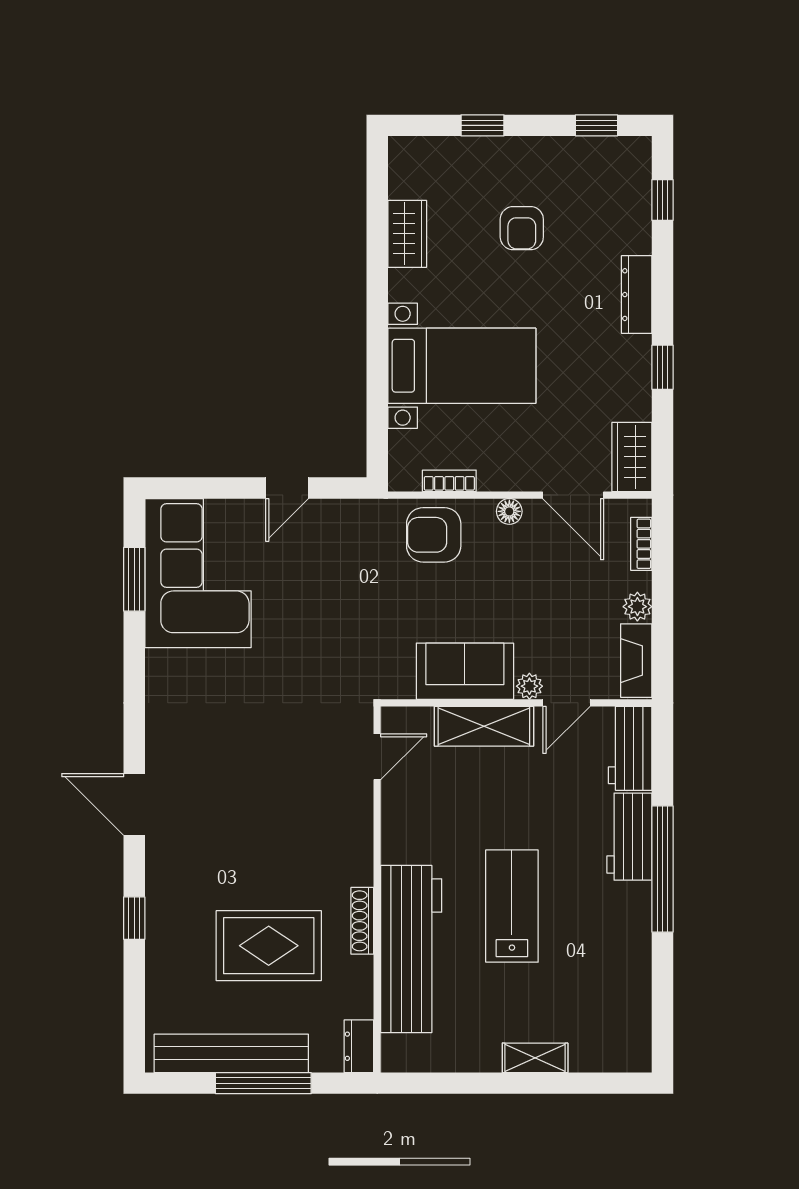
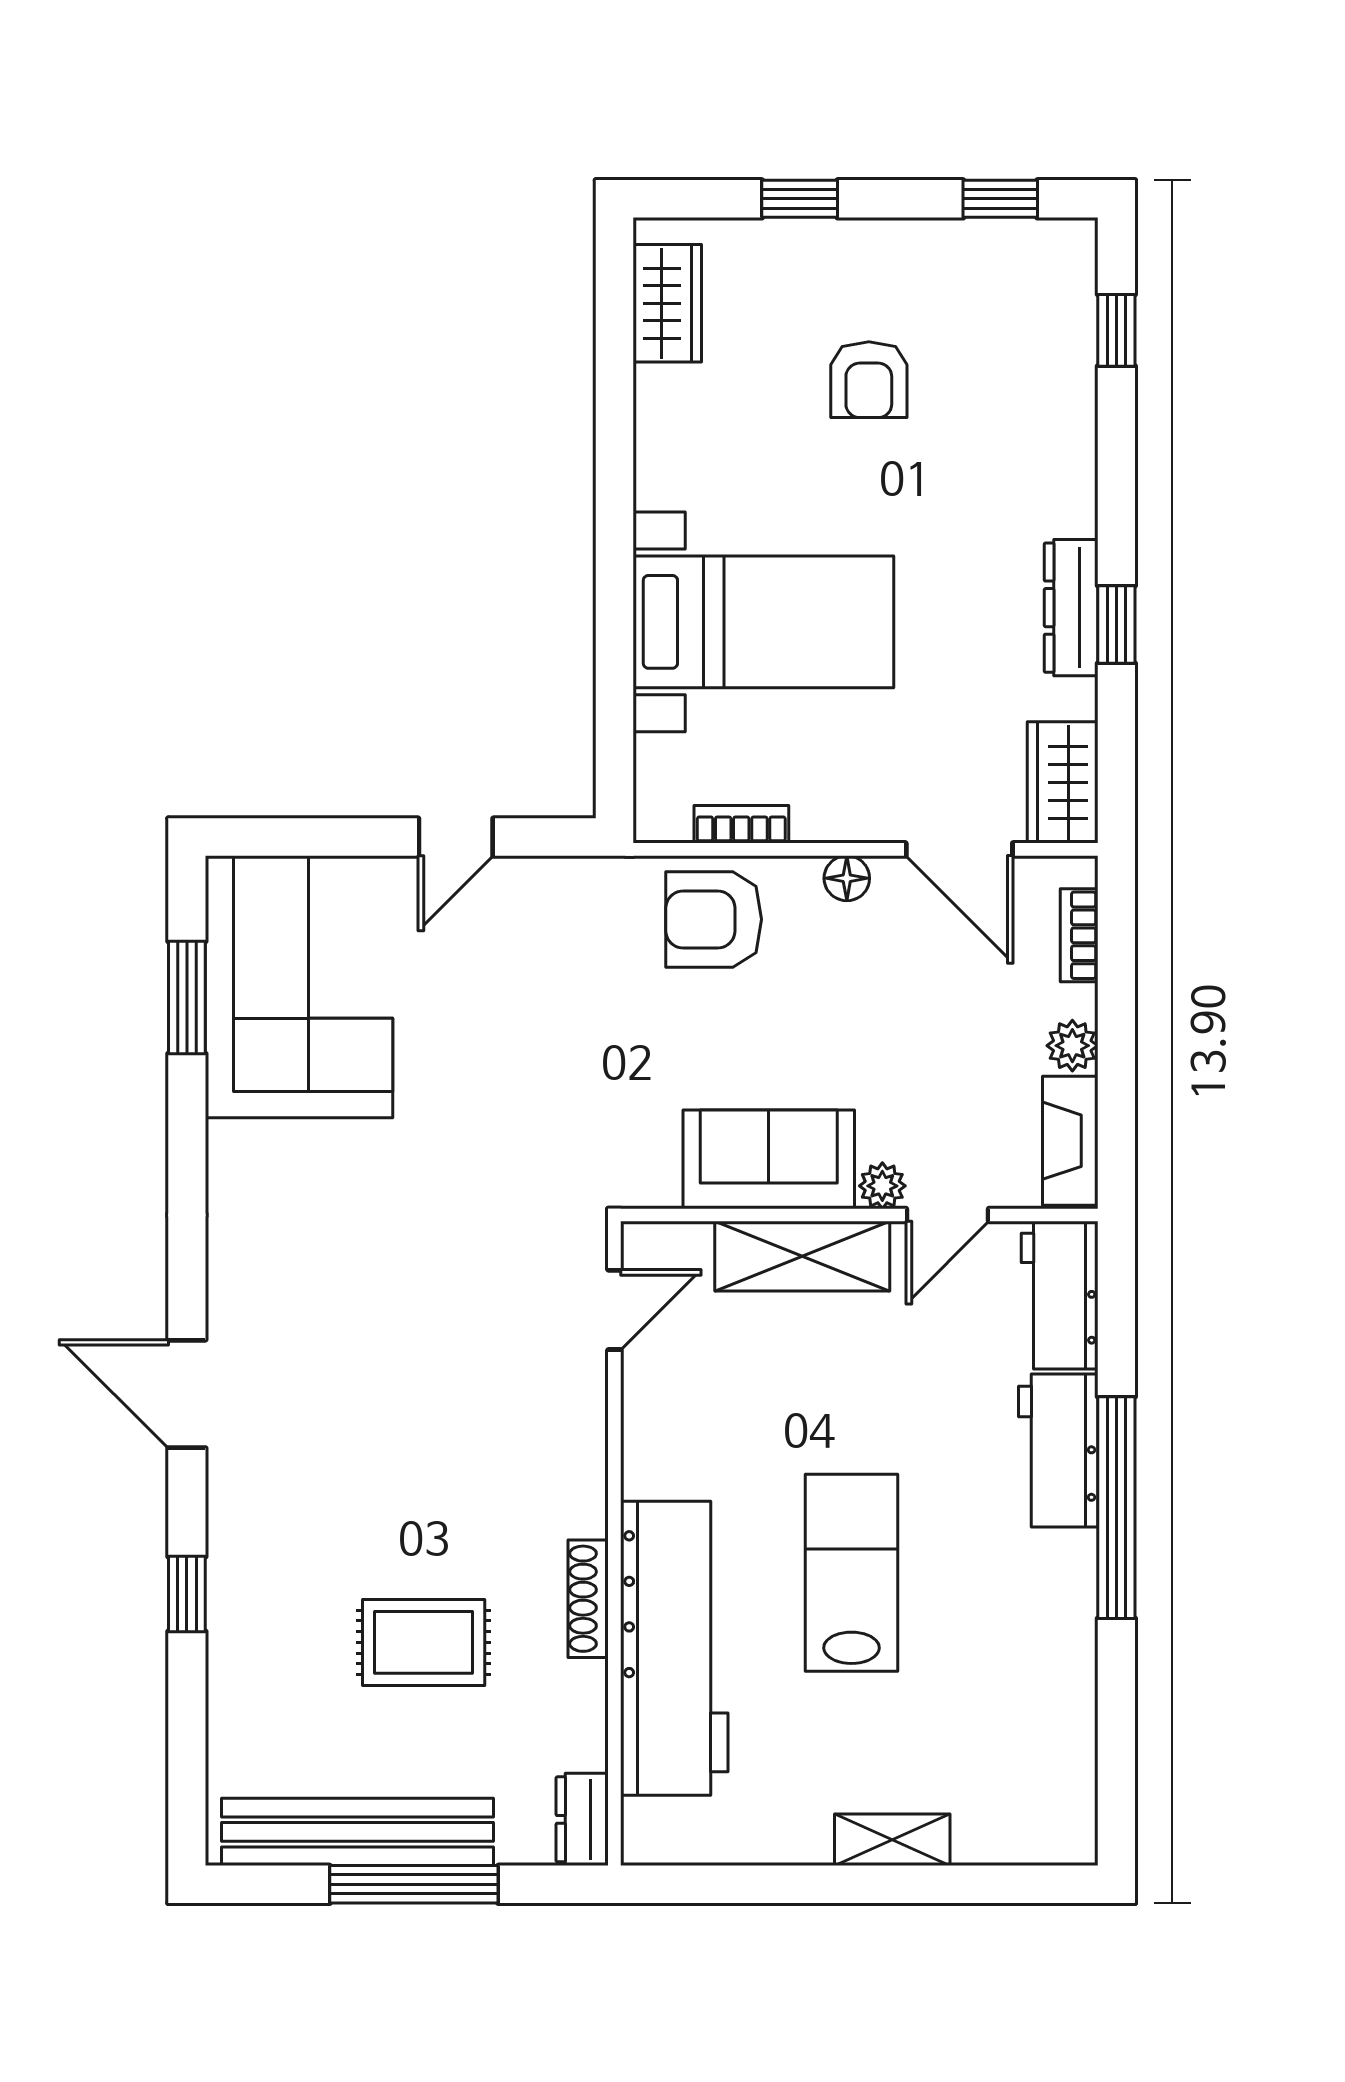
wardrobe: (407, 234) -> (667, 303), moved
dresser: (637, 295) -> (1071, 608), moved
rug: (269, 946) -> (424, 1642), width x0.73, depth x0.70

